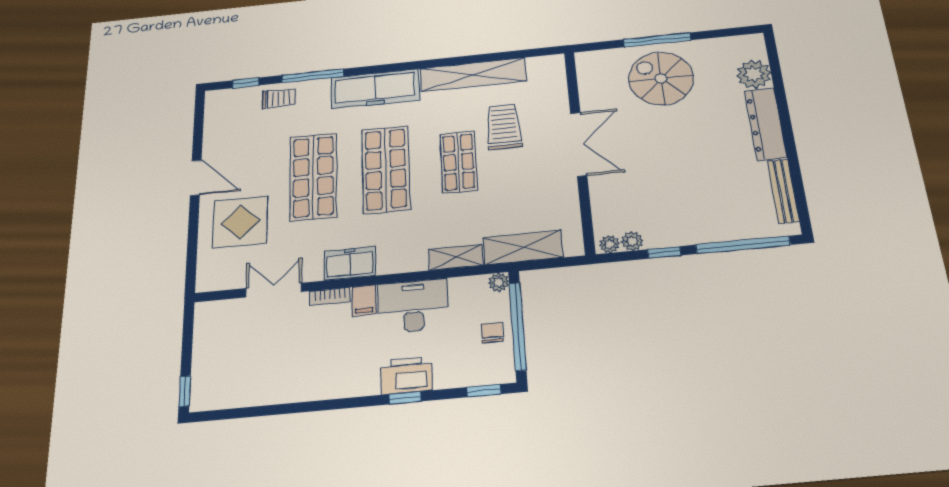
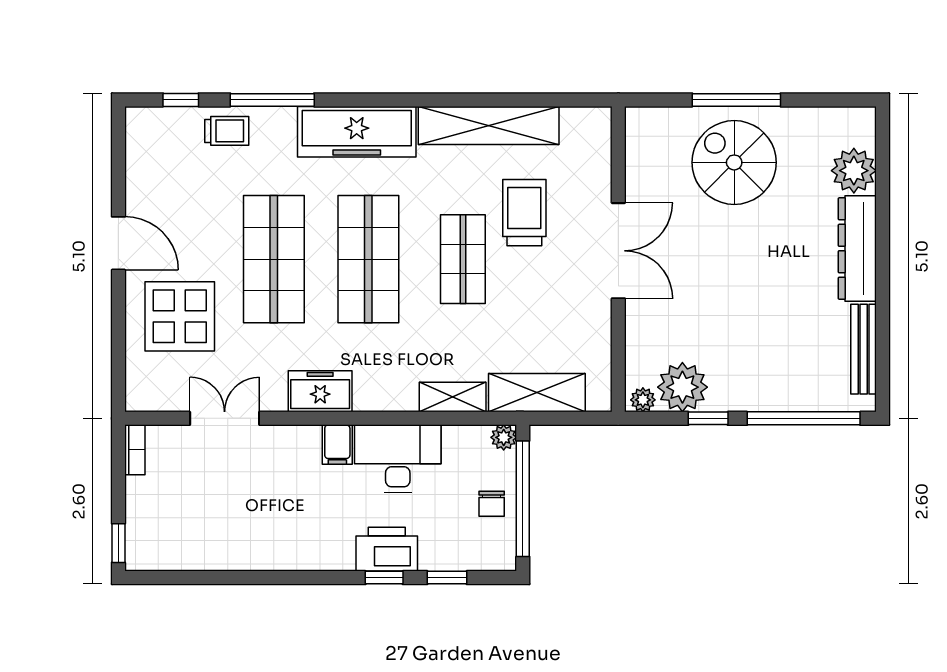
plant: (632, 241) -> (682, 387), width x1.87, depth x1.87
bookcase: (330, 296) -> (135, 450), moved, turned -90
chair: (492, 332) -> (492, 504), turned 180
window: (484, 391) -> (447, 578), moved

